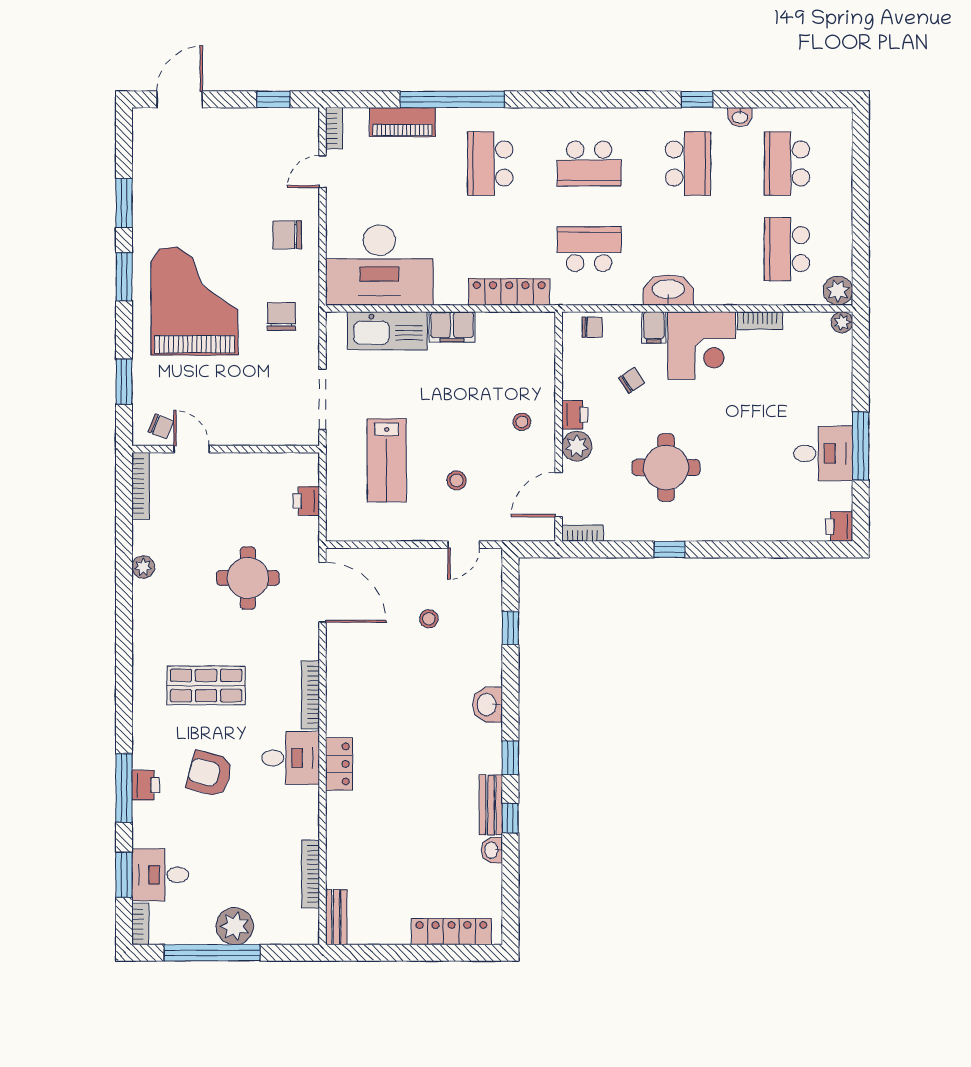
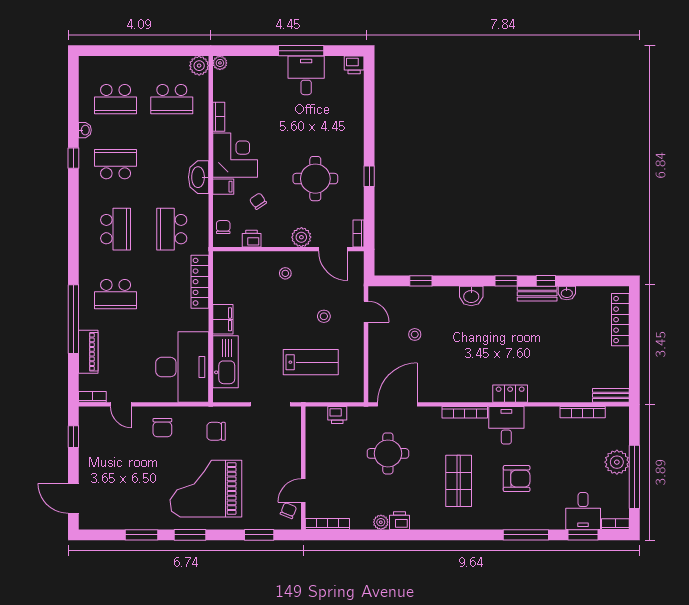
printer: (575, 415) -> (252, 239), moved
armchair: (210, 774) -> (517, 479), turned -105
printer: (146, 785) -> (400, 521), moved

